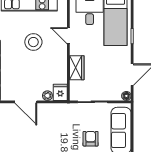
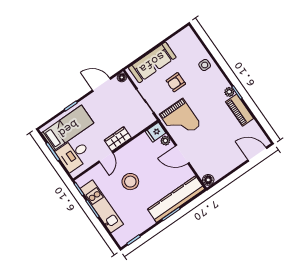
wardrobe: (77, 68) -> (118, 139), moved
door: (26, 102) -> (182, 154), swing flipped
grand piano: (56, 121) -> (180, 120), added

